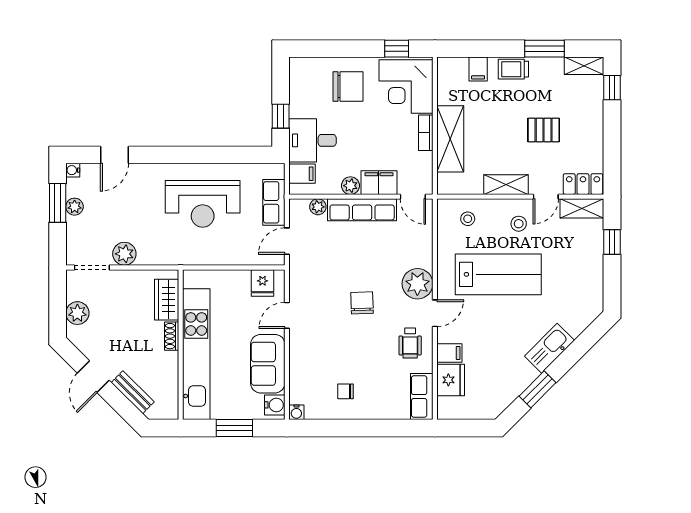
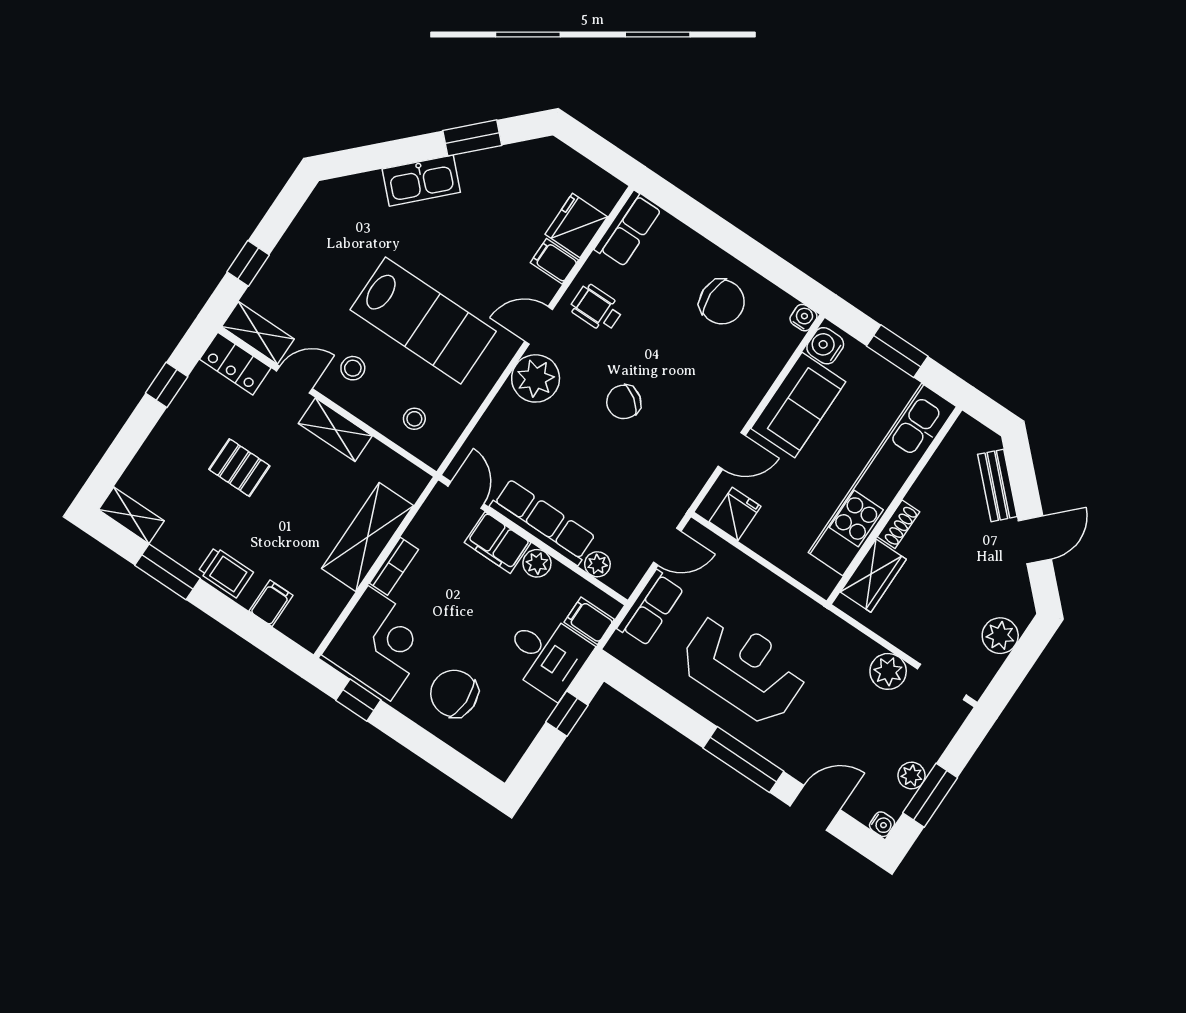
window: (612, 88) -> (167, 385), moved
window: (170, 155) -> (743, 760), added
lab bench: (498, 274) -> (423, 321), turned 180
chair: (362, 303) -> (624, 402), turned 38
wheelchair: (410, 343) -> (597, 308), turned -90
chair: (346, 391) -> (722, 302), width x1.87, depth x1.87

